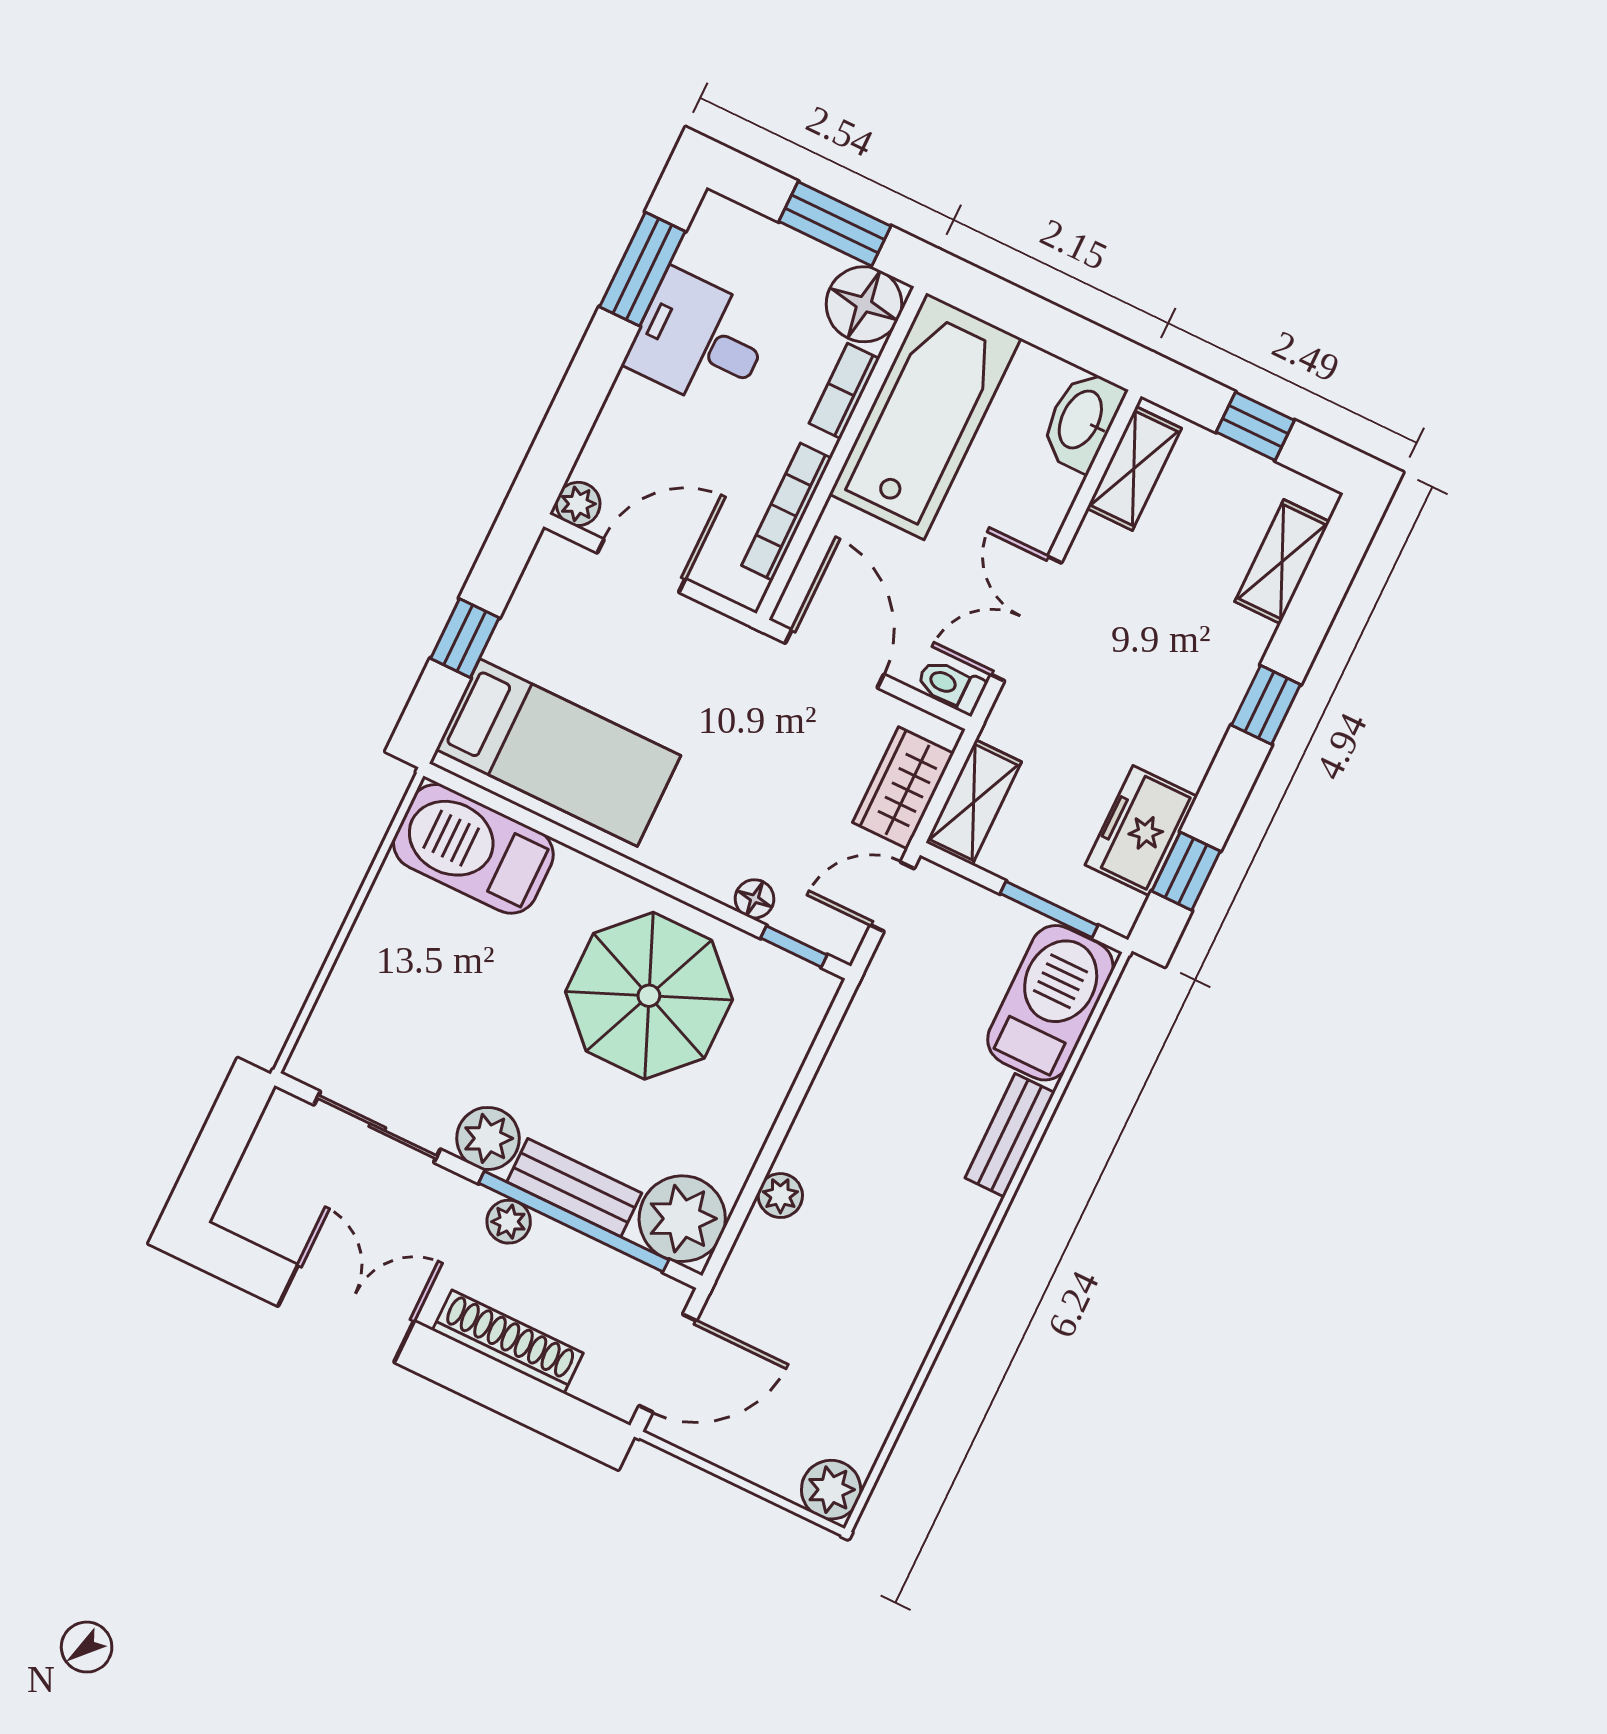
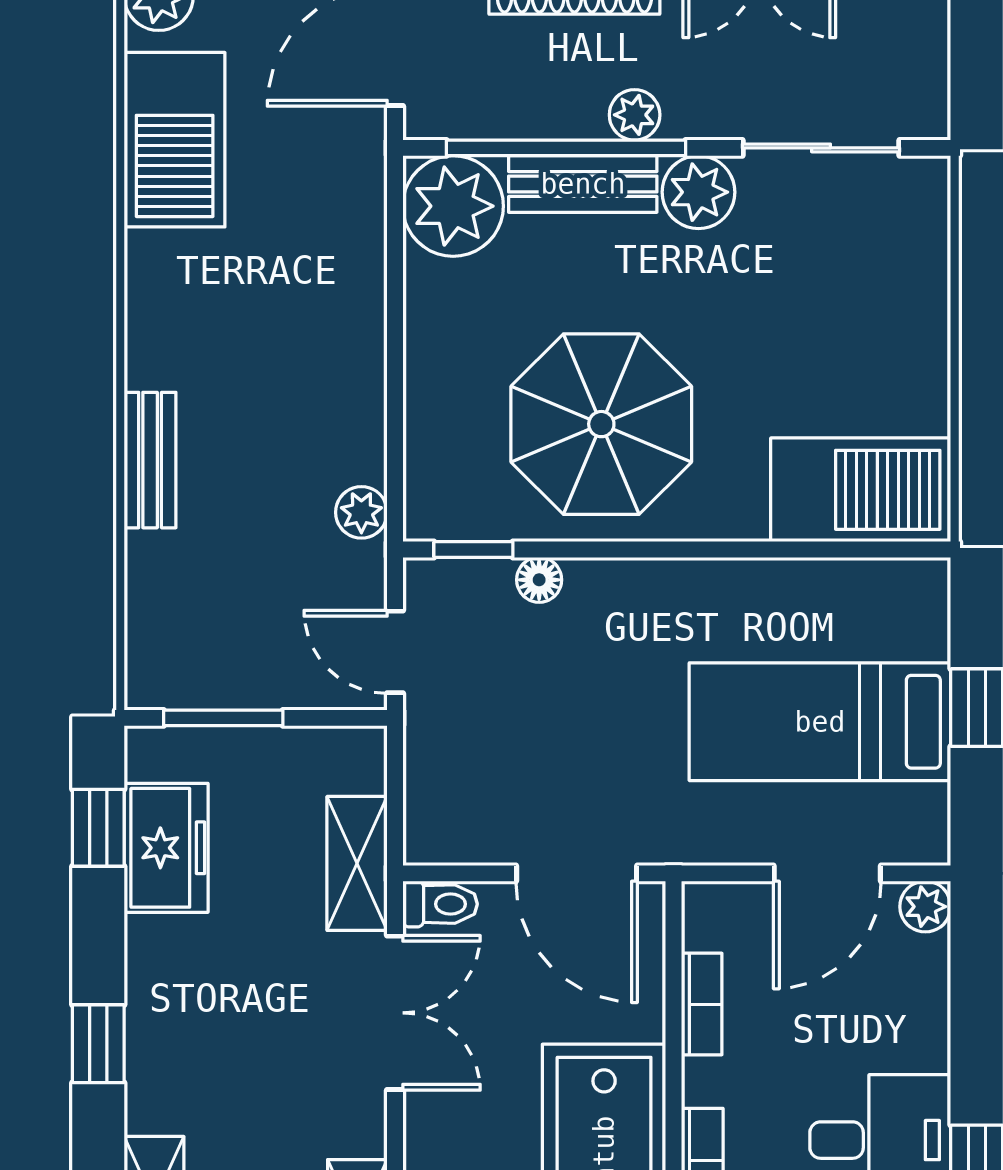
bookcase: (787, 512) -> (702, 1004), width x0.64
bed: (558, 753) -> (820, 722), moved
wardrobe: (903, 788) -> (439, 772), removed
shelving: (974, 802) -> (357, 863), moved
door: (892, 897) -> (395, 652), swing flipped
barbecue: (1050, 1003) -> (175, 140), moved
plant: (780, 1196) -> (361, 512), moved

